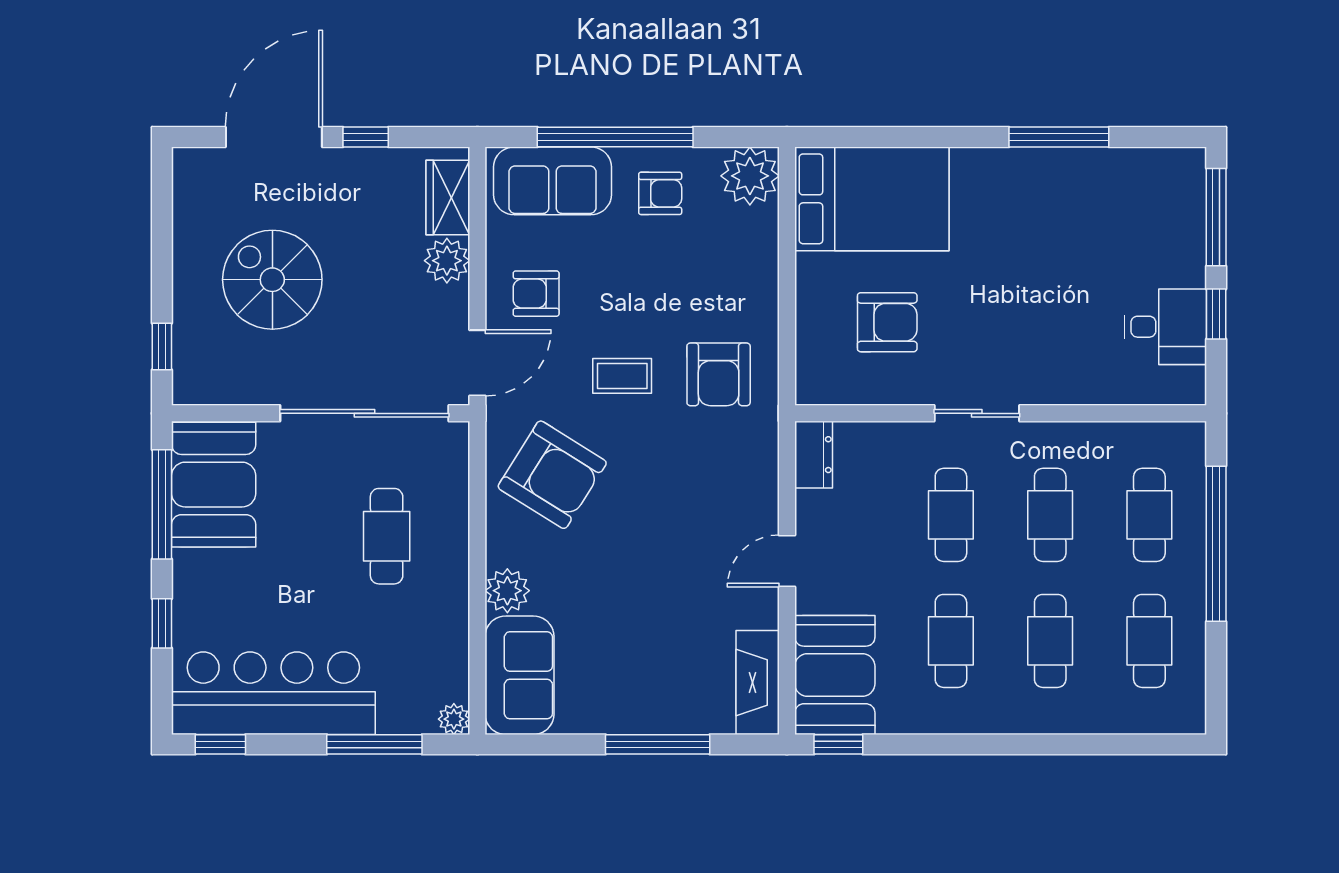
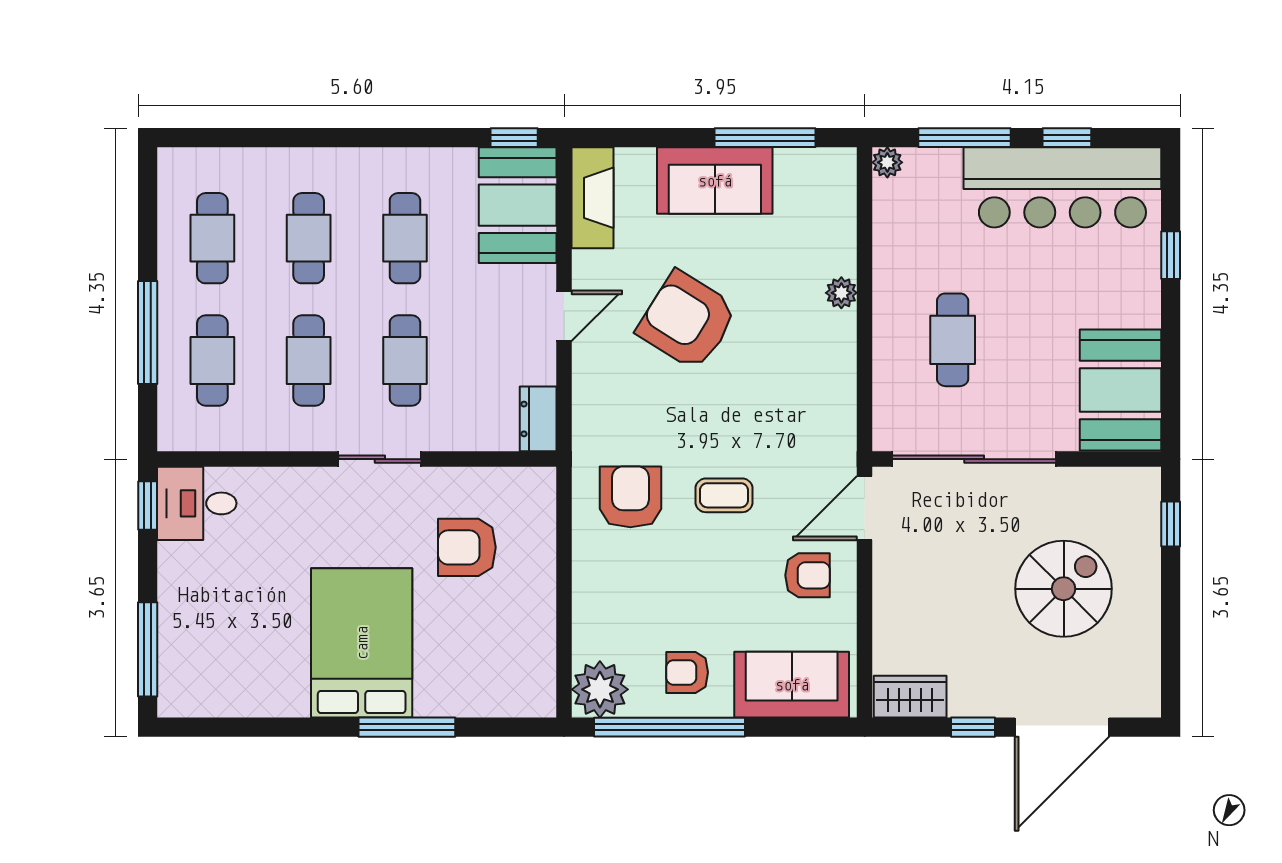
window: (615, 137) -> (670, 727), moved
window: (1059, 137) -> (407, 727), moved
wardrobe: (448, 198) -> (910, 697), moved, turned -90
bed: (872, 199) -> (362, 643), moved, turned 90
plant: (447, 261) -> (894, 607), removed
spiral stairs: (272, 280) -> (1064, 589), turned -90
window: (1216, 314) -> (148, 505), moved
desk: (1165, 327) -> (197, 503), moved
armchair: (552, 475) -> (687, 321), moved
window: (162, 504) -> (1171, 371), removed
window: (1216, 544) -> (148, 332), width x0.68
plant: (507, 591) -> (841, 293), width x0.73, depth x0.73
sofa: (520, 675) -> (715, 181), moved, turned -90
window: (220, 744) -> (1067, 138), moved
window: (658, 744) -> (765, 138), moved

